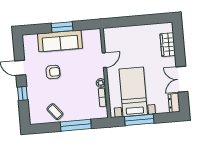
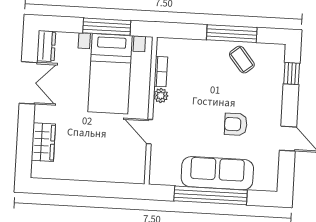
window: (62, 27) -> (211, 195), width x2.11
door: (104, 60) -> (149, 132), hinge flipped
window: (22, 93) -> (292, 74), moved
window: (76, 125) -> (232, 34), moved

